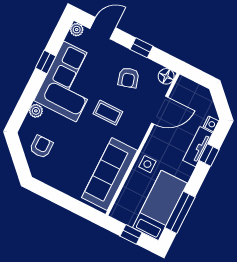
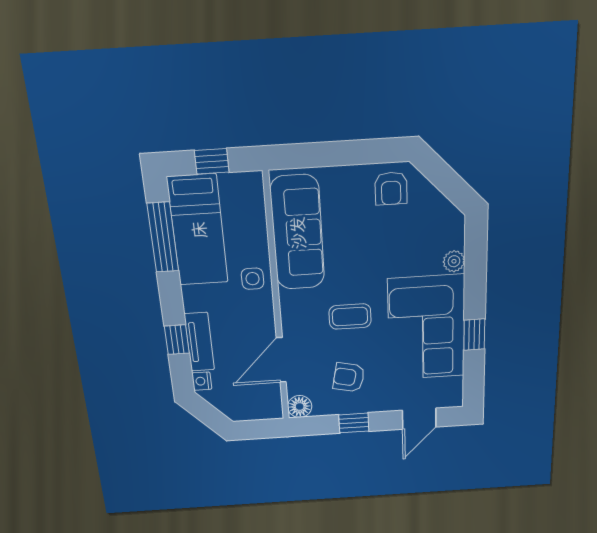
plant: (77, 30) -> (453, 398), removed
armchair: (128, 78) -> (349, 377), turned -62
armchair: (41, 147) -> (391, 188), moved

